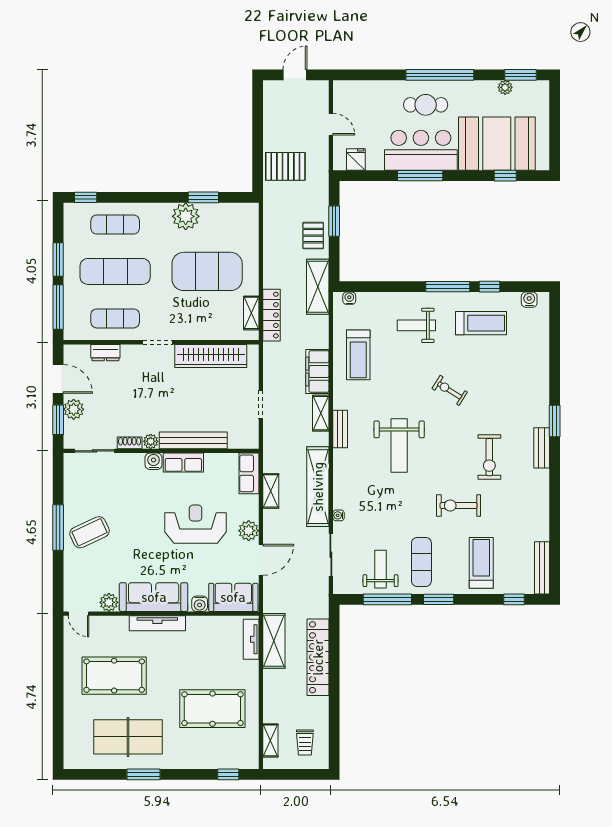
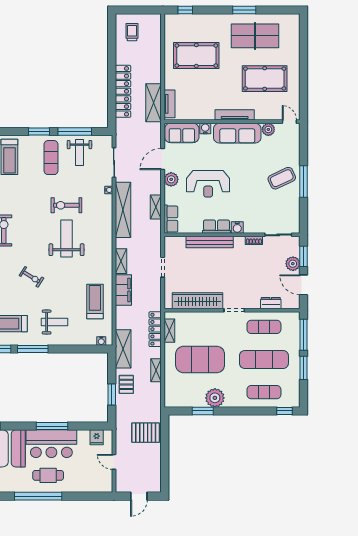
bench: (340, 429) -> (108, 250), removed
plant: (151, 441) -> (239, 241), removed
exercise bike: (459, 506) -> (66, 205), moved, turned 180
shelving: (270, 740) -> (156, 370), moved

